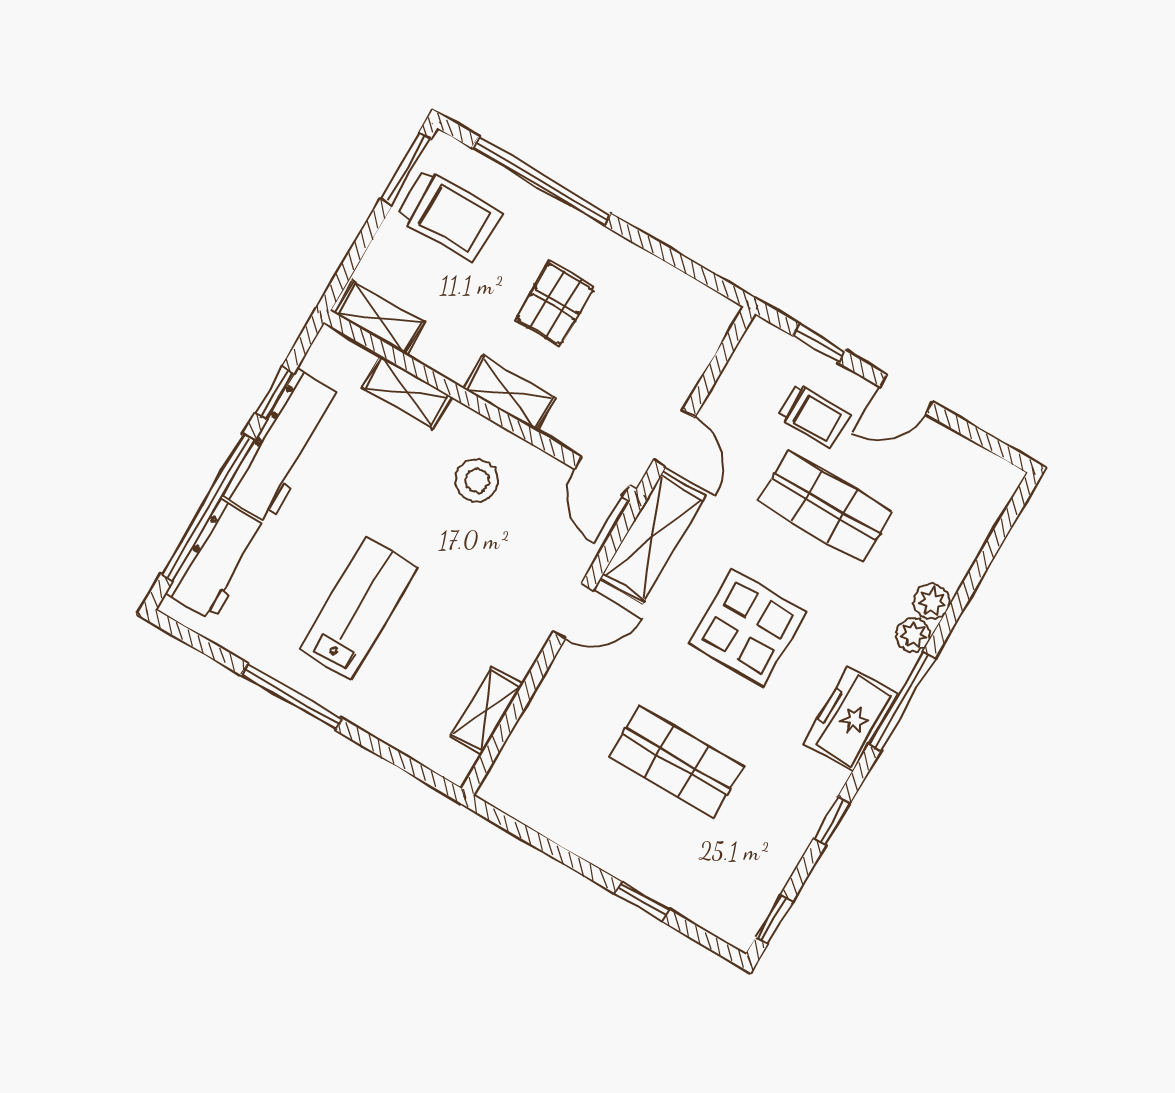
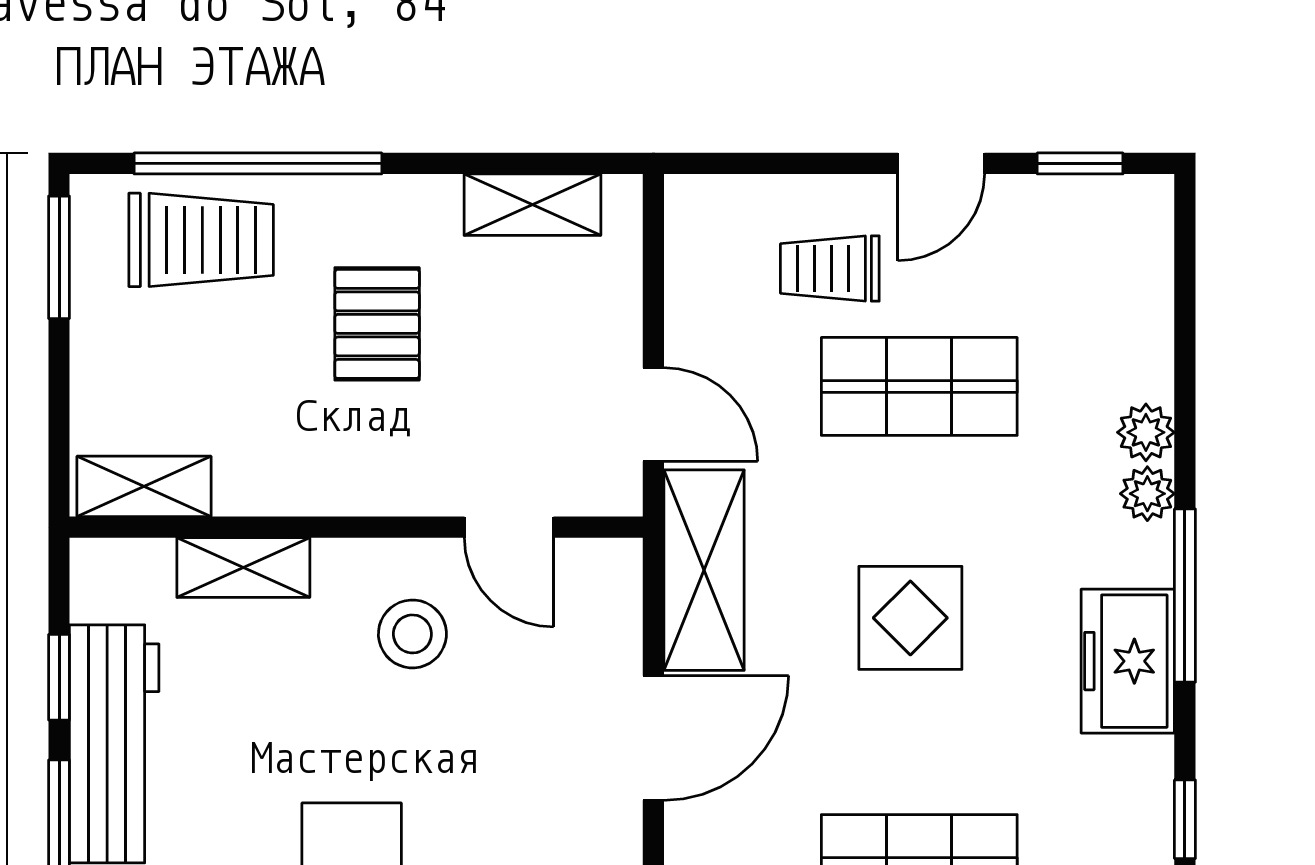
trolley: (449, 215) -> (201, 240), moved
window: (819, 343) -> (1080, 163), moved
shelving: (509, 393) -> (532, 205), moved
trolley: (814, 416) -> (830, 268), turned 180
door: (602, 477) -> (509, 527), moved
door: (573, 611) -> (653, 738), width x1.38
display table: (748, 627) -> (910, 618), width x0.73, depth x0.73

